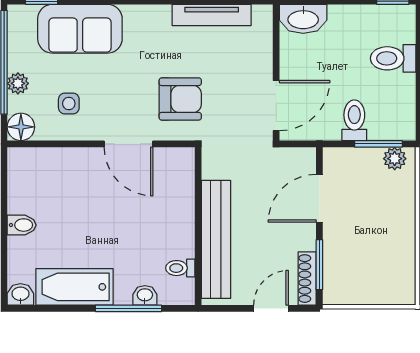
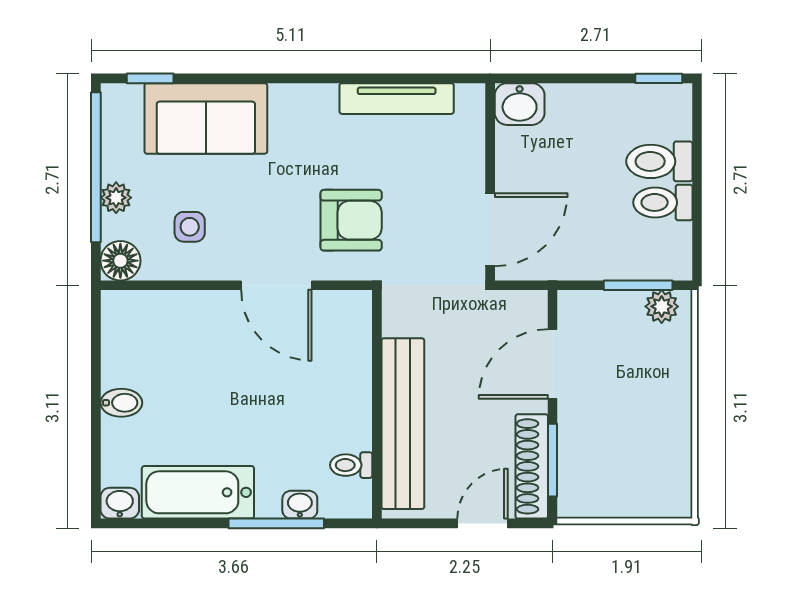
washbasin: (303, 19) -> (520, 104), width x0.72
toilet: (354, 120) -> (663, 202), moved, turned -90
shoe rack: (307, 279) -> (532, 466), width x1.36, depth x1.24

